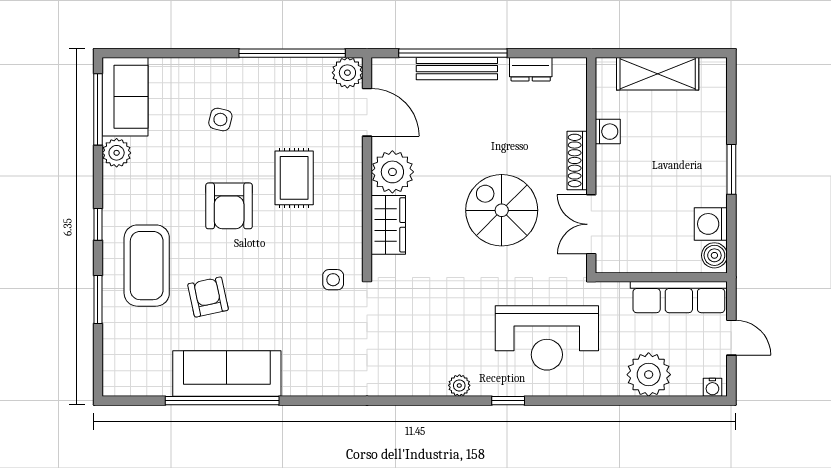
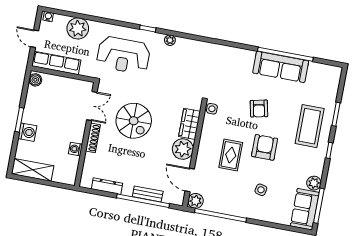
bench: (457, 69) -> (148, 194), width x0.73
dresser: (531, 69) -> (107, 186), width x1.44
shelving: (658, 74) -> (33, 170), moved
washing machine: (711, 224) -> (27, 132), moved
side table: (333, 280) -> (212, 109), moved
armchair: (208, 297) -> (259, 109), moved
reception desk: (547, 338) -> (123, 55), turned 180

